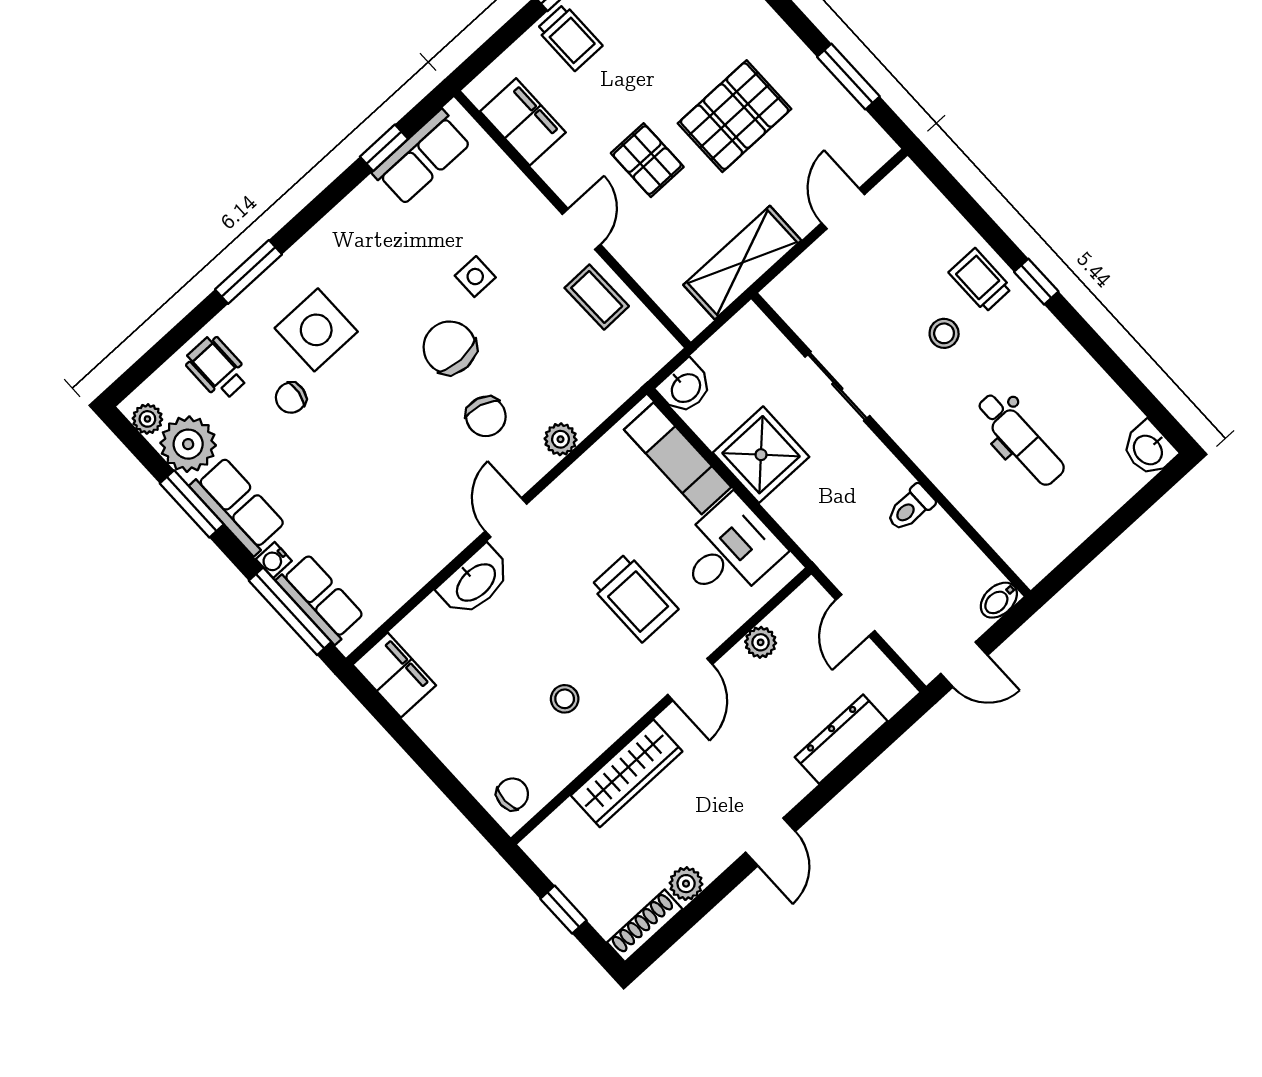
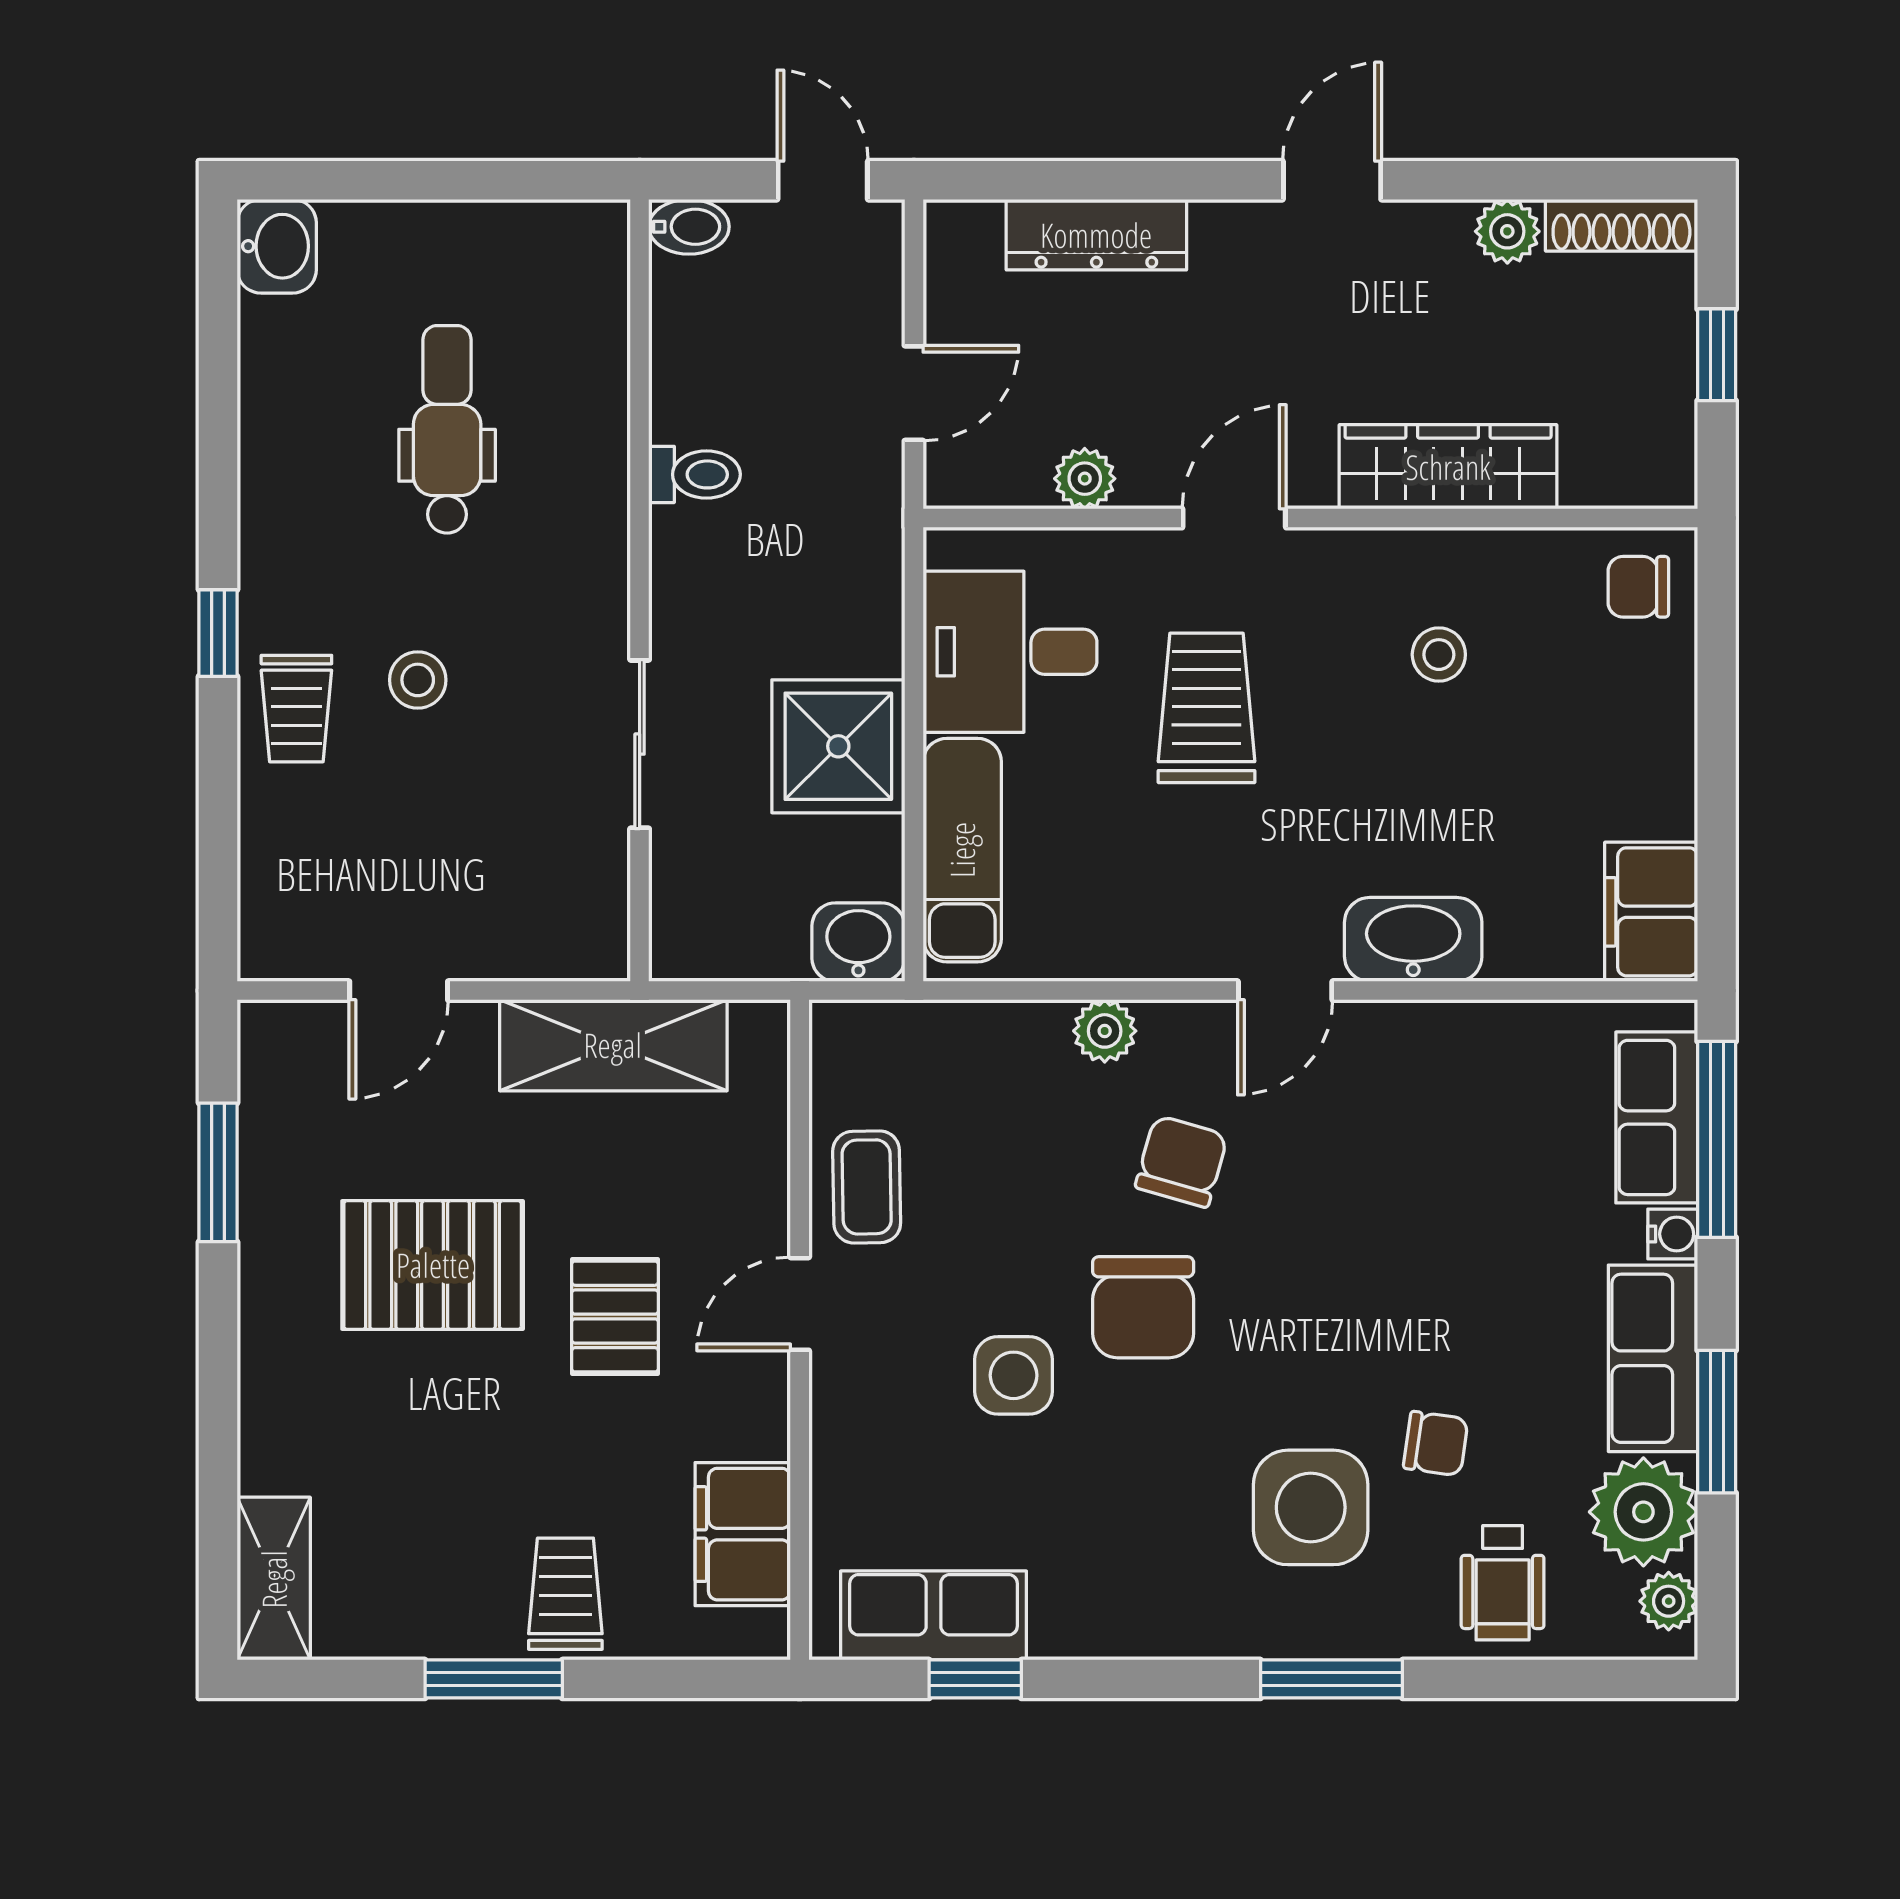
side table: (475, 277) -> (1014, 1375), width x1.37, depth x1.37

